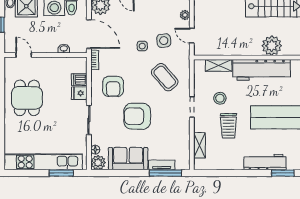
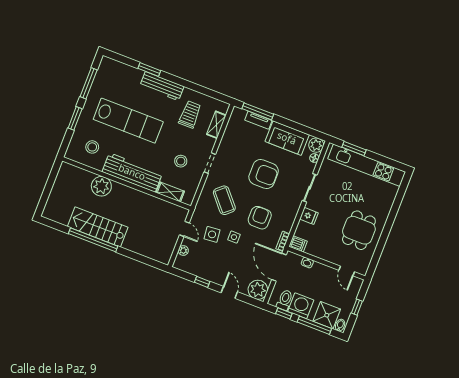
plant: (272, 46) -> (101, 186), moved
dishwasher: (79, 80) -> (298, 244), moved
armchair: (113, 86) -> (260, 218), moved
trolley: (228, 126) -> (190, 114), moved

